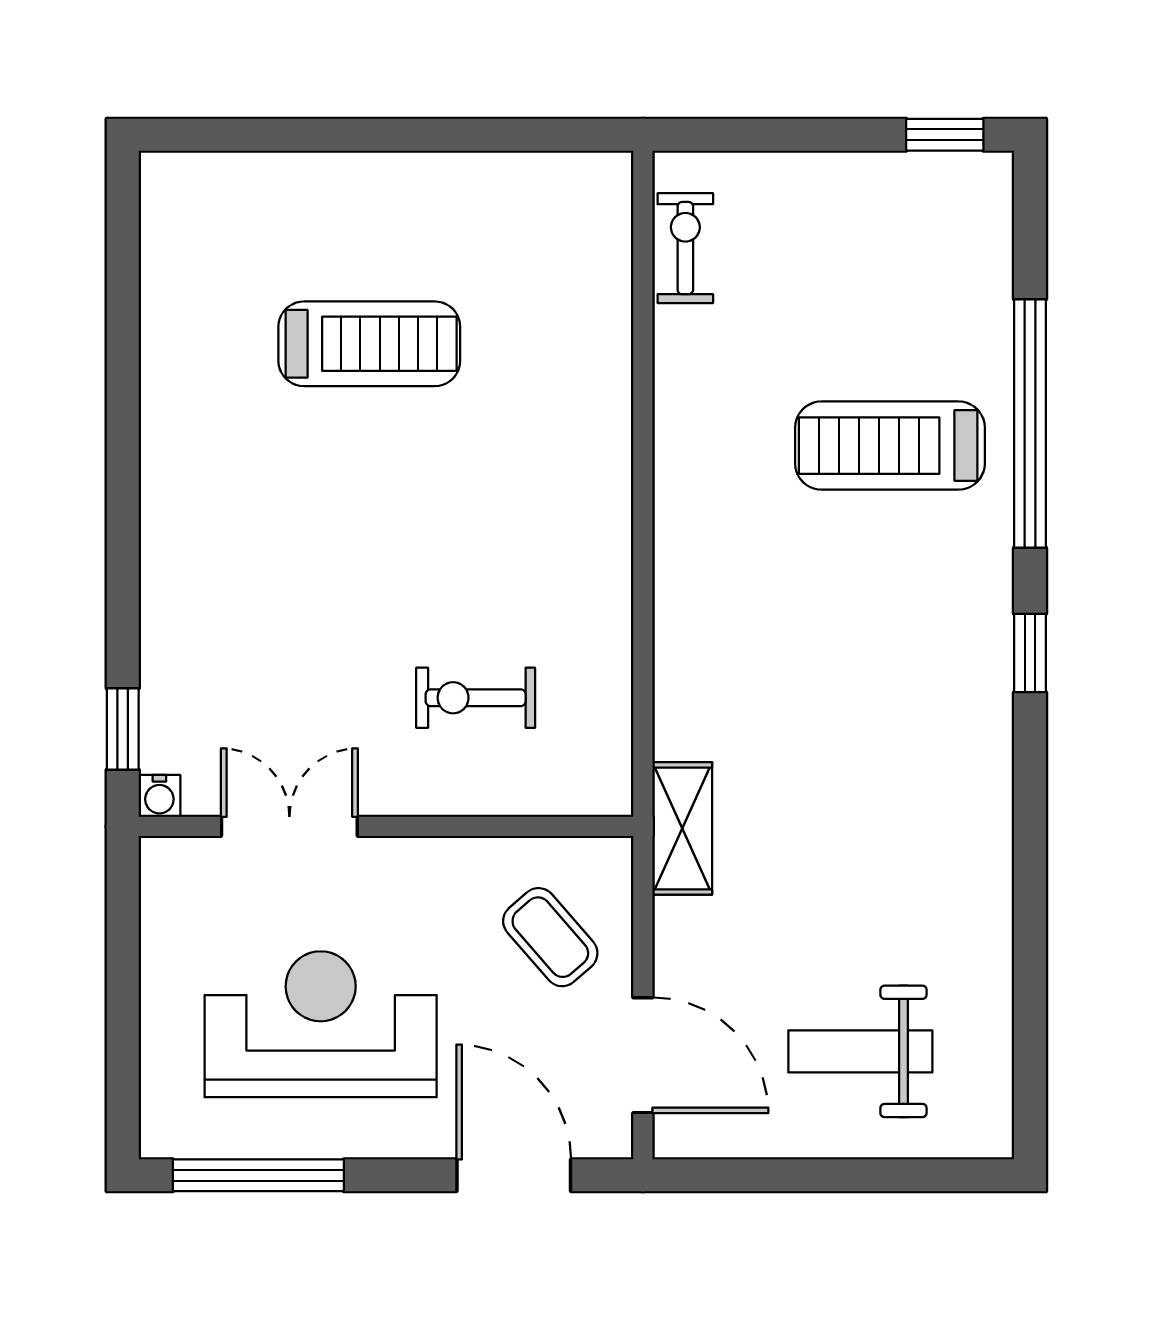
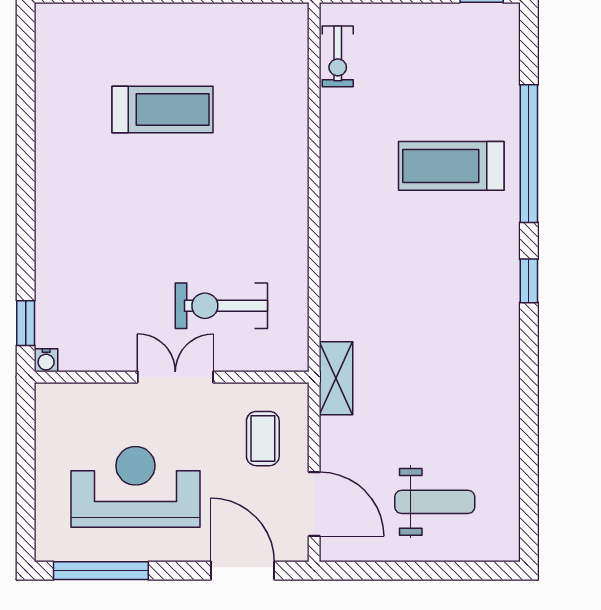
exercise bike: (685, 248) -> (338, 56), turned 180
exercise bike: (476, 698) -> (221, 306), width x1.38, depth x1.39
double door: (289, 826) -> (175, 377), moved
coffee table: (550, 937) -> (263, 439), turned 41
weight bench: (860, 1051) -> (435, 502), turned 180

